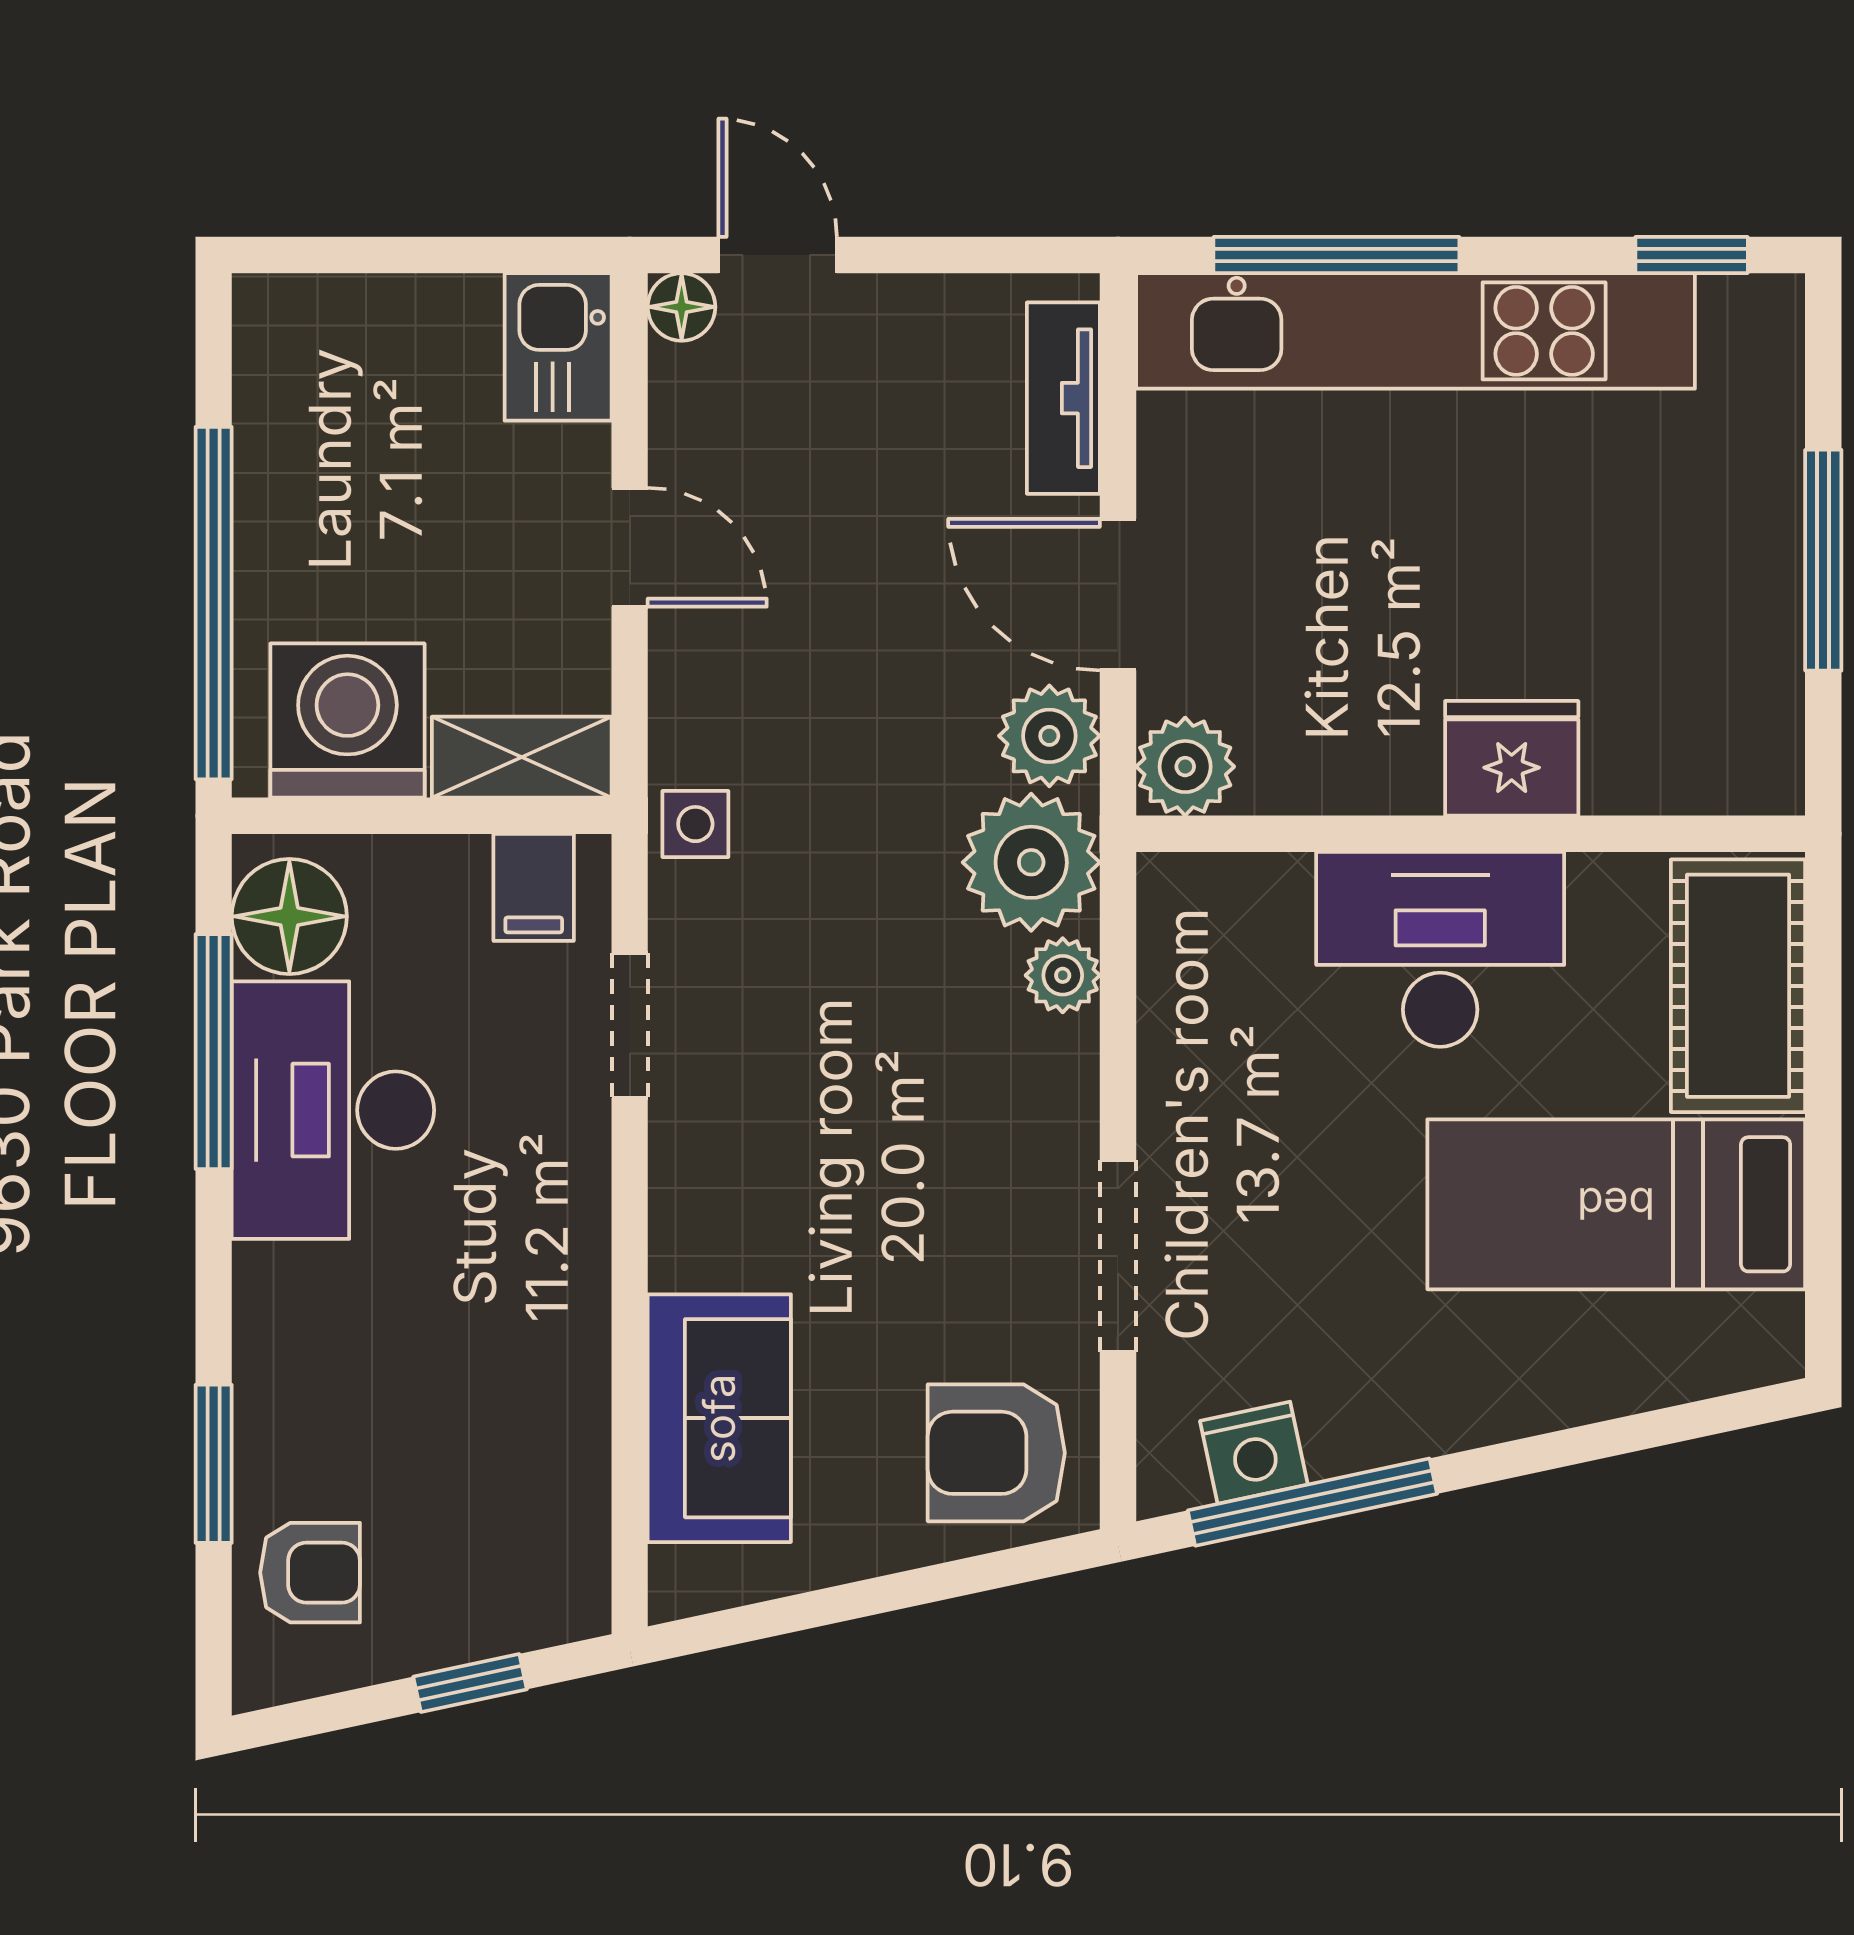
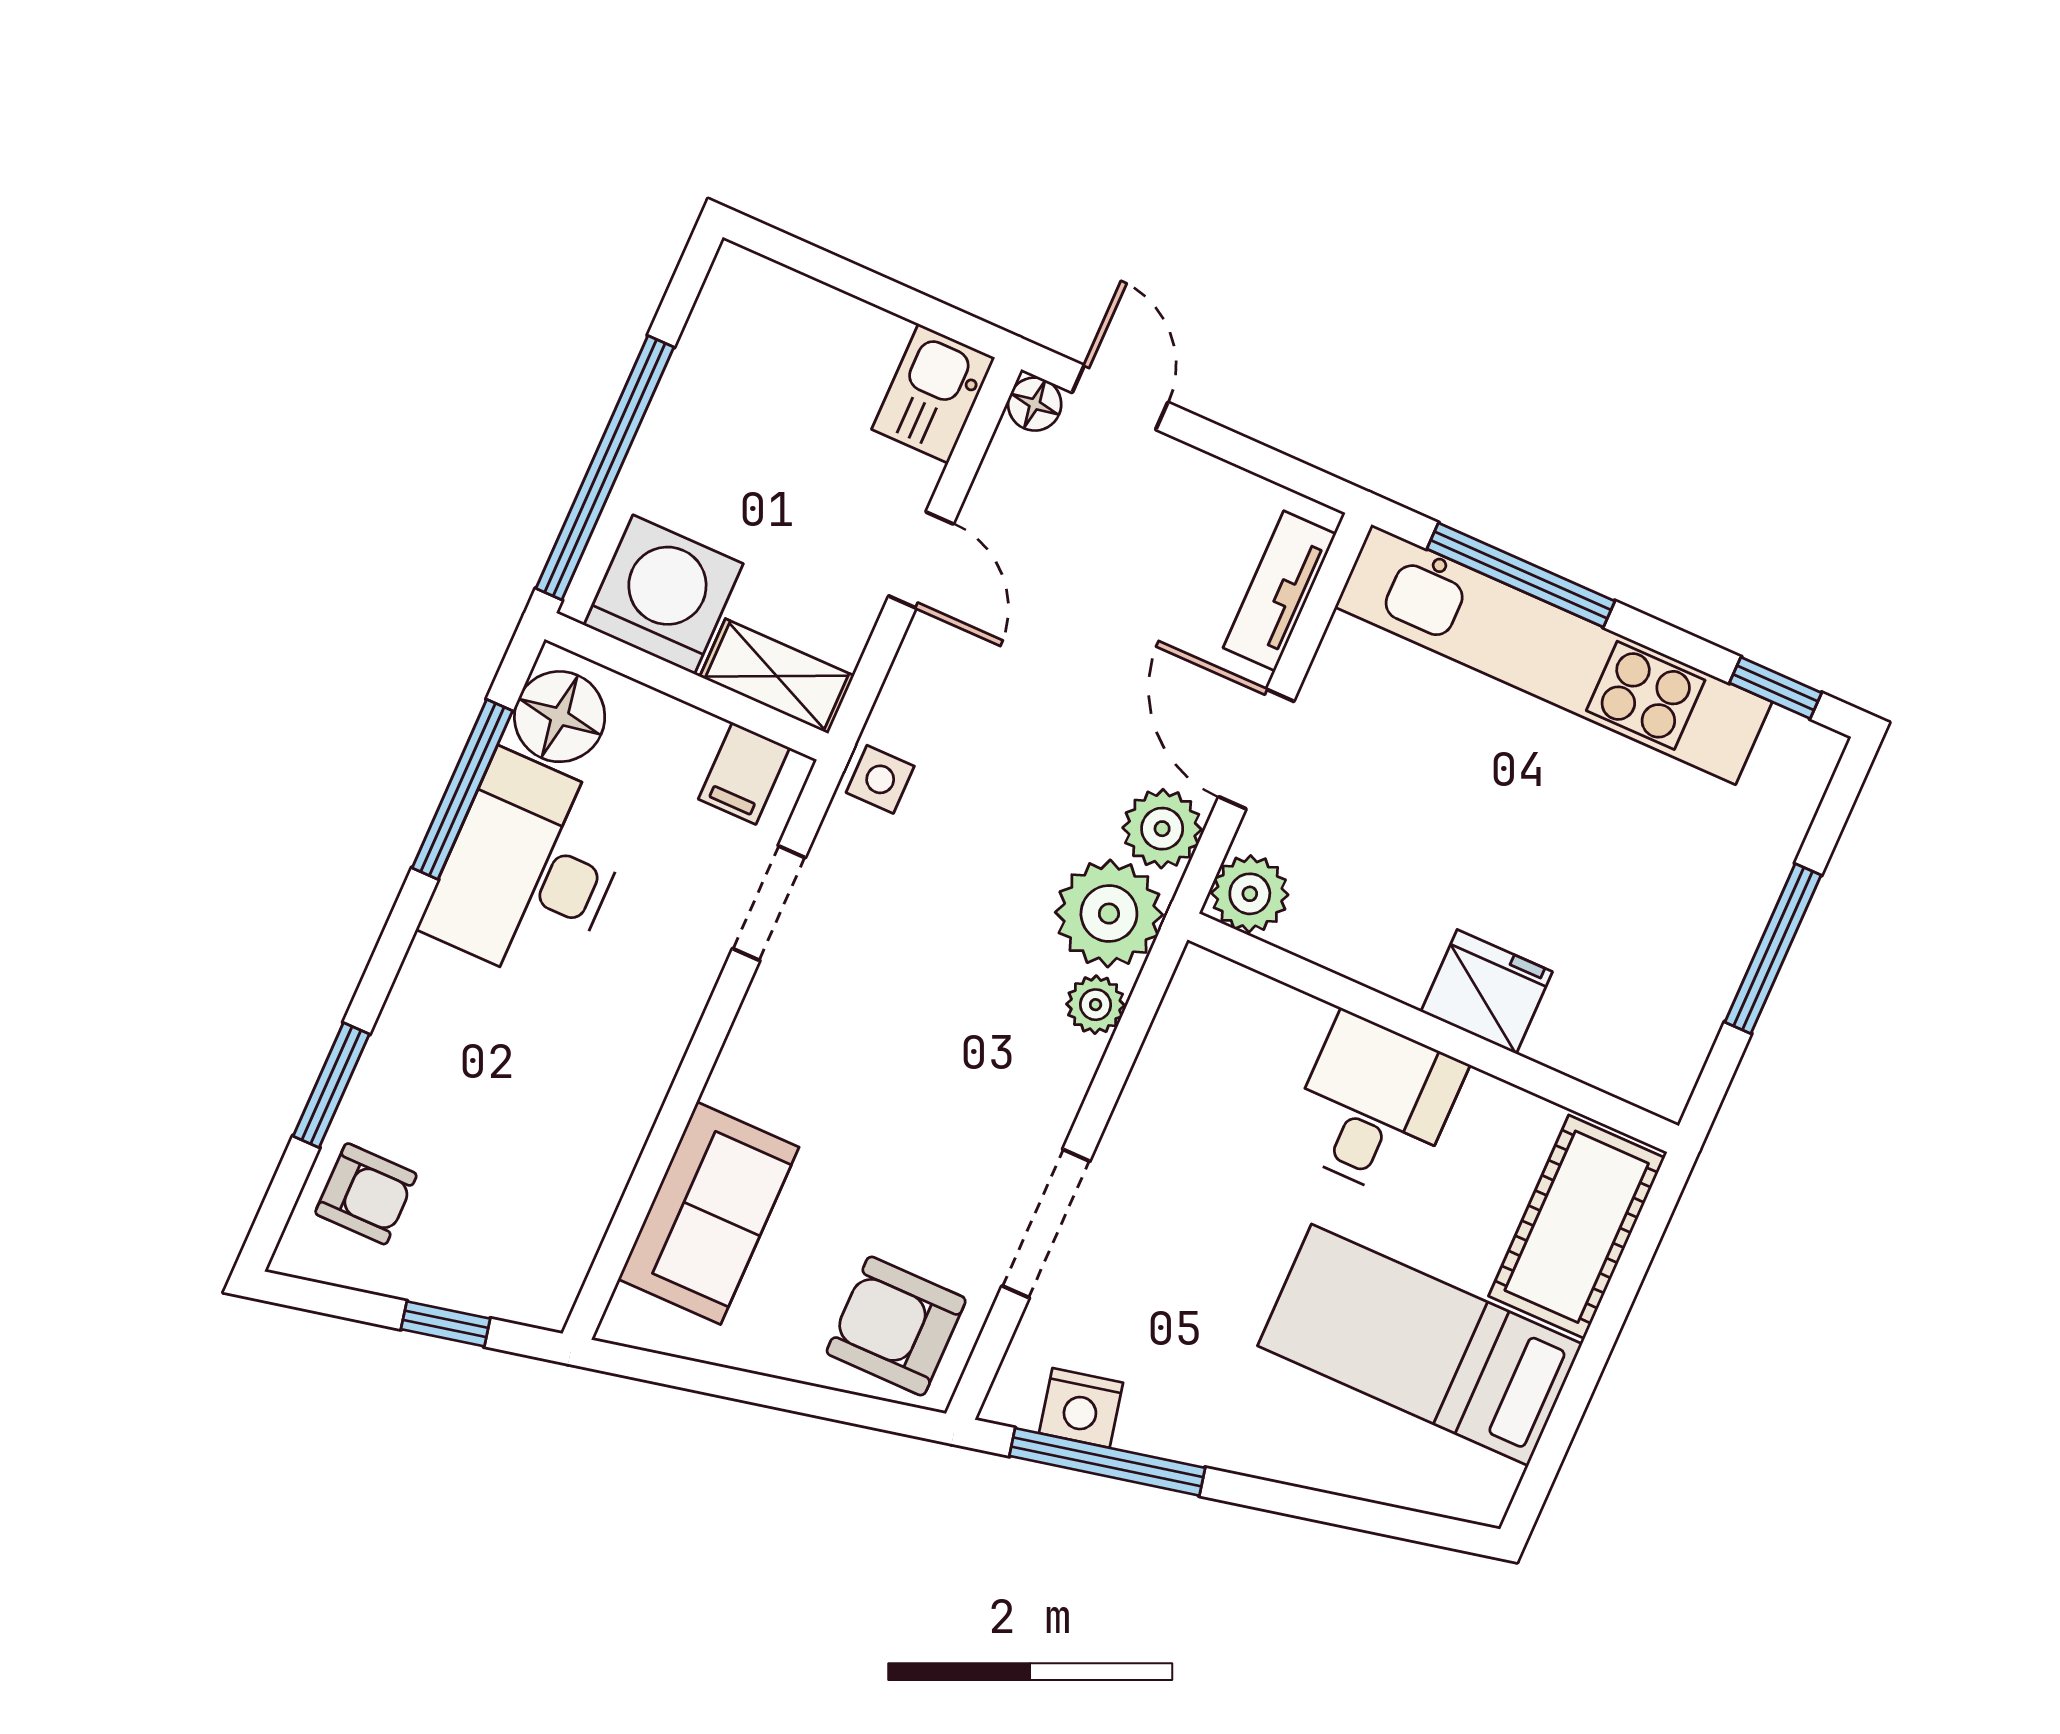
desk: (1440, 949) -> (1375, 1106), width x0.73

